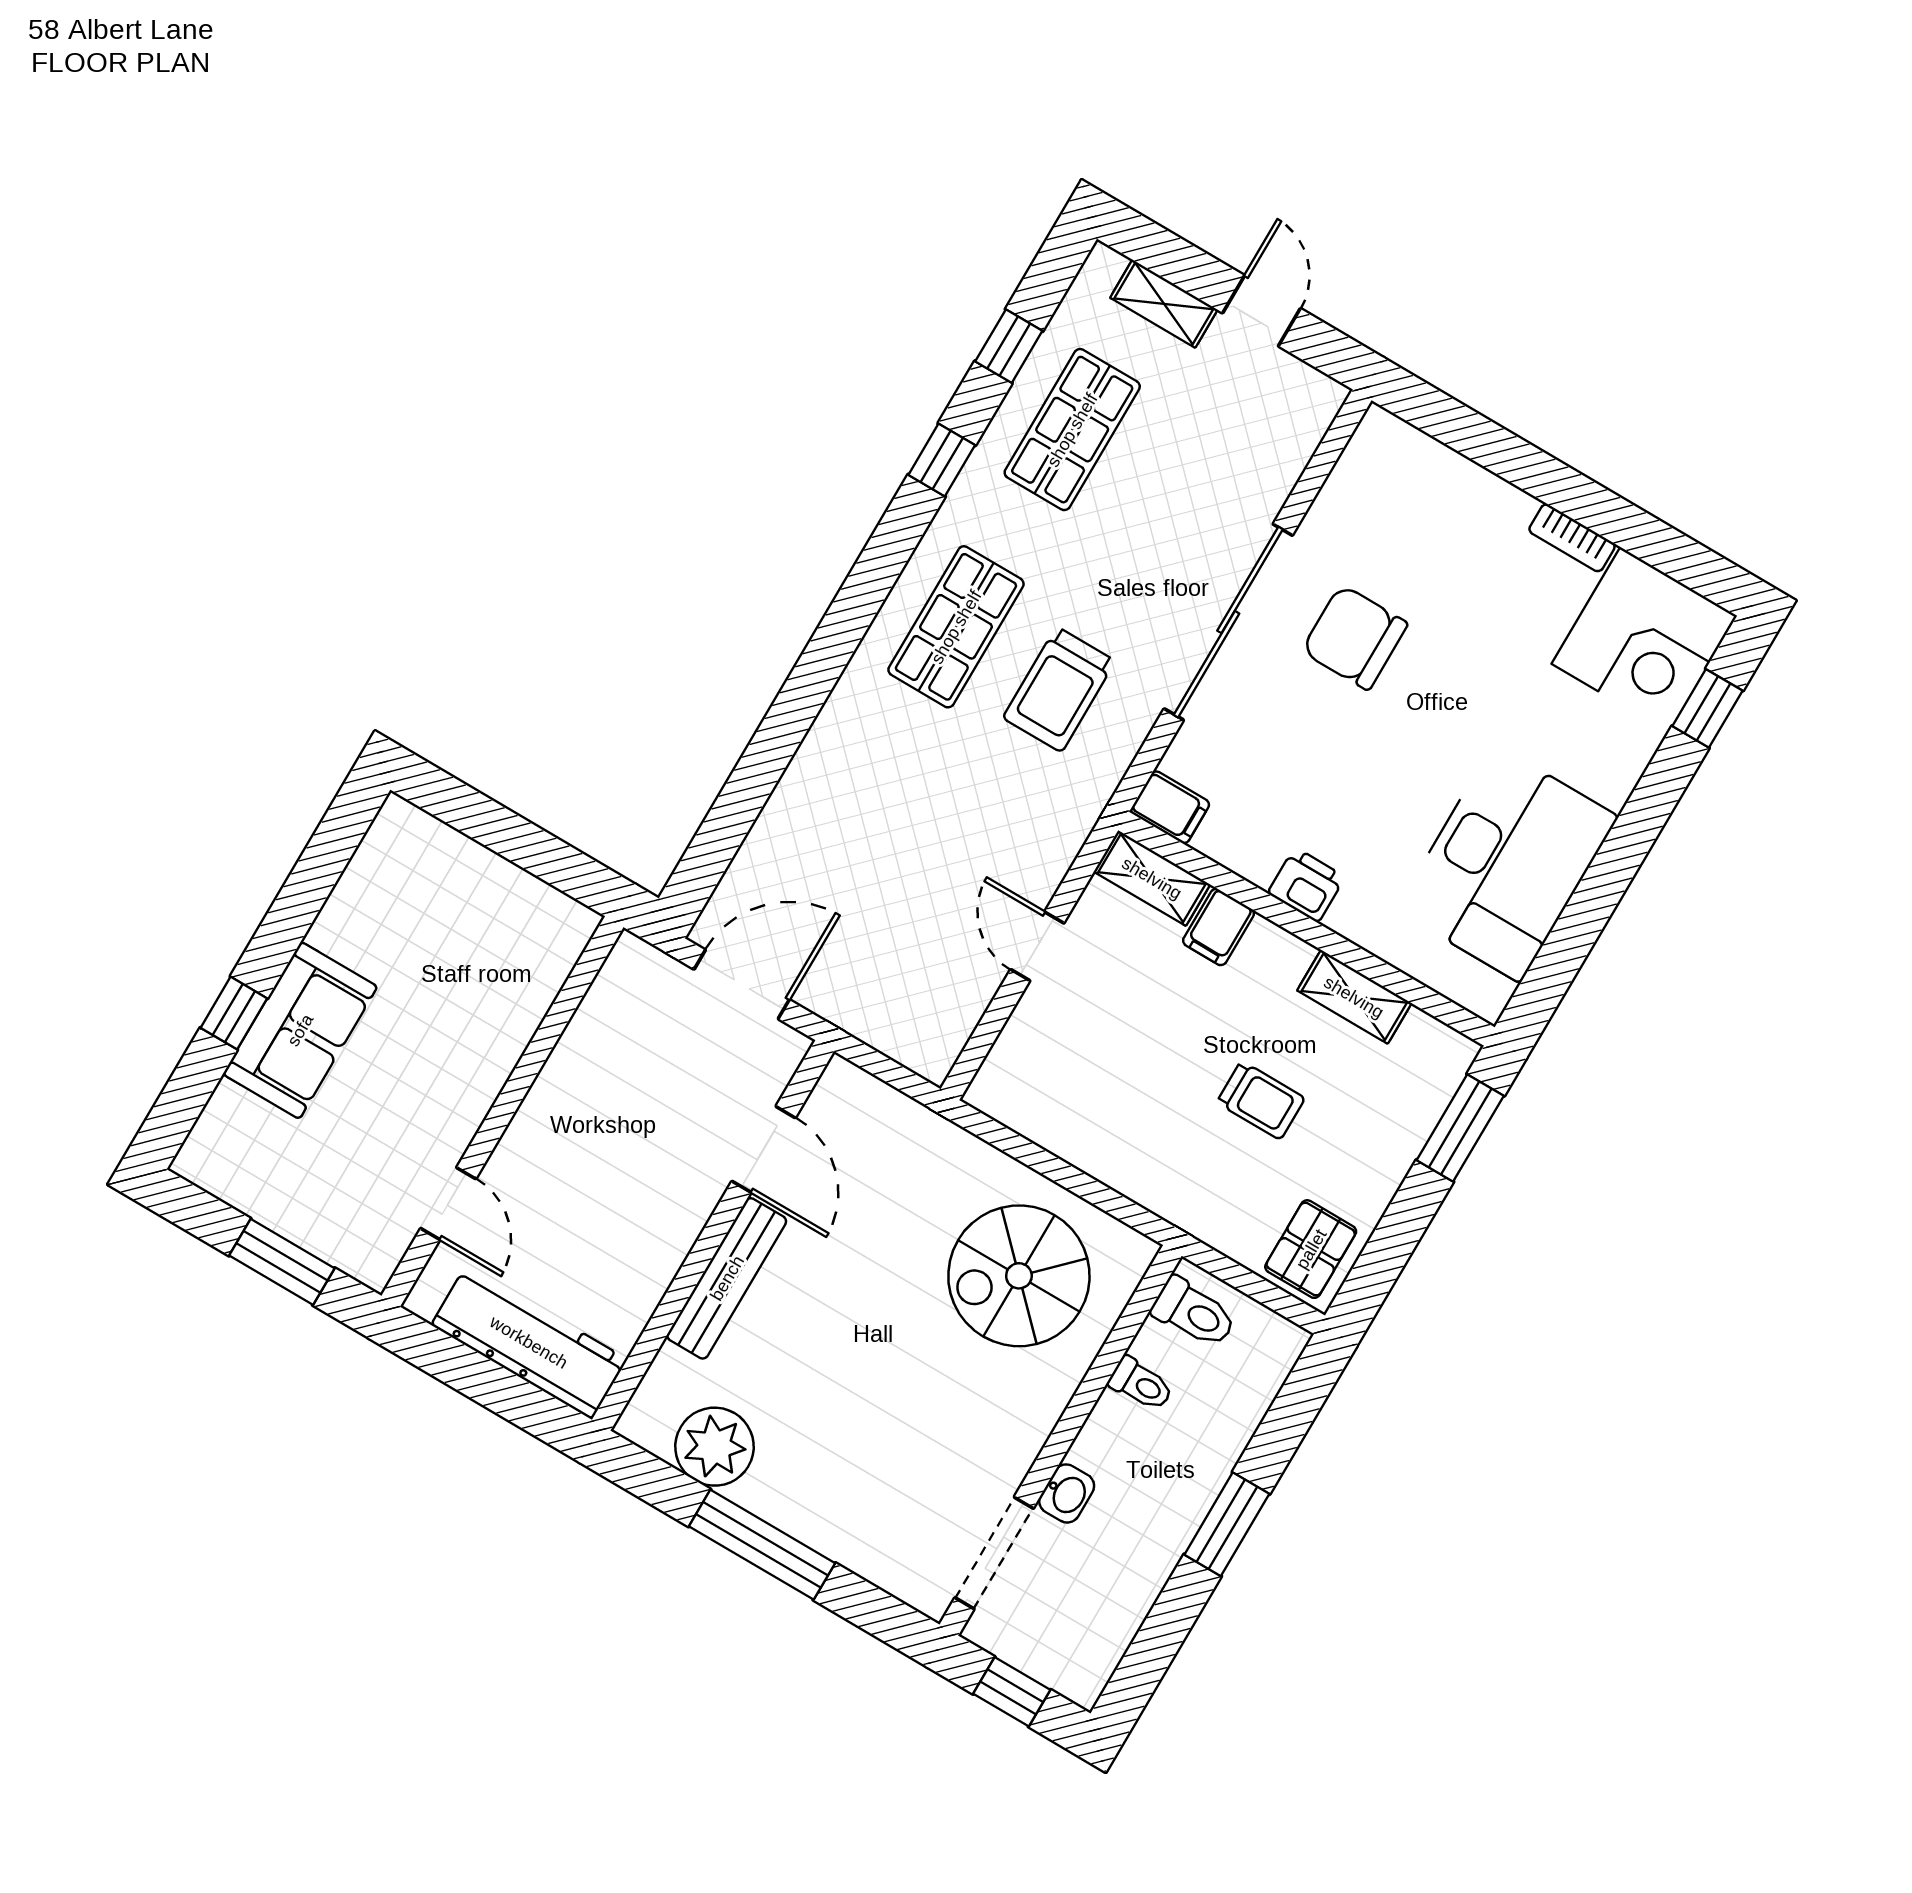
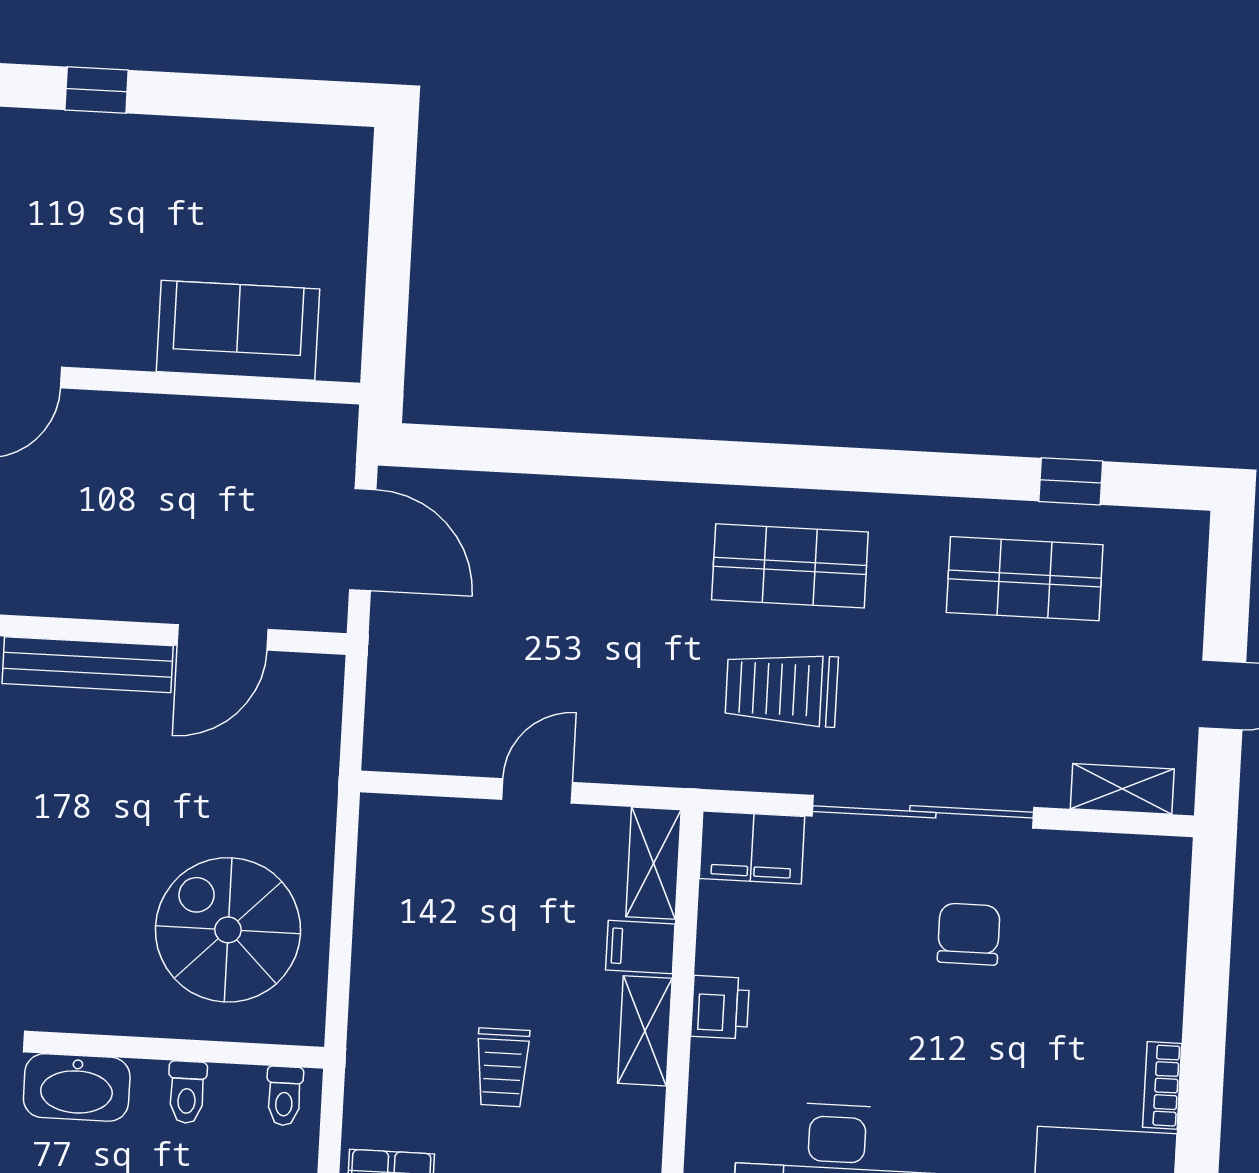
shelving: (1164, 304) -> (1122, 789), moved, turned 90
window: (942, 460) -> (935, 474), removed
chair: (1355, 637) -> (969, 934), width x0.73, depth x0.73
filing cabinet: (1170, 807) -> (752, 848), width x2.00
shelving: (1354, 997) -> (645, 1031), moved
sofa: (300, 1030) -> (238, 330), moved, turned 180
toilet: (1194, 1313) -> (284, 1096), width x0.73, depth x0.72
washbasin: (1067, 1493) -> (77, 1087), width x1.91, depth x1.45

